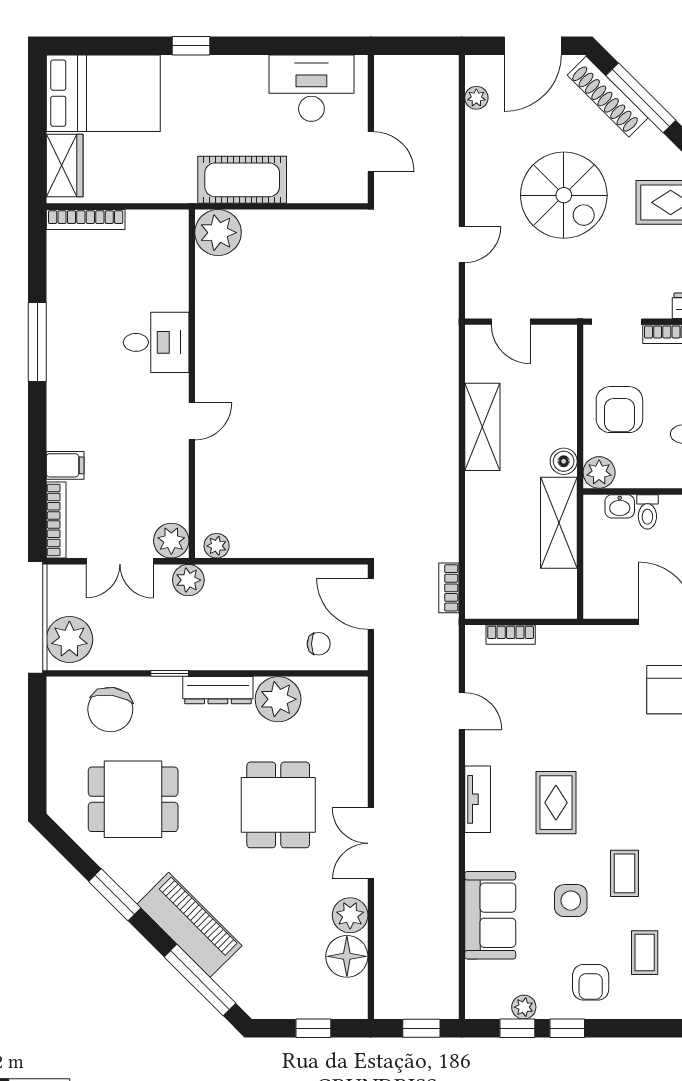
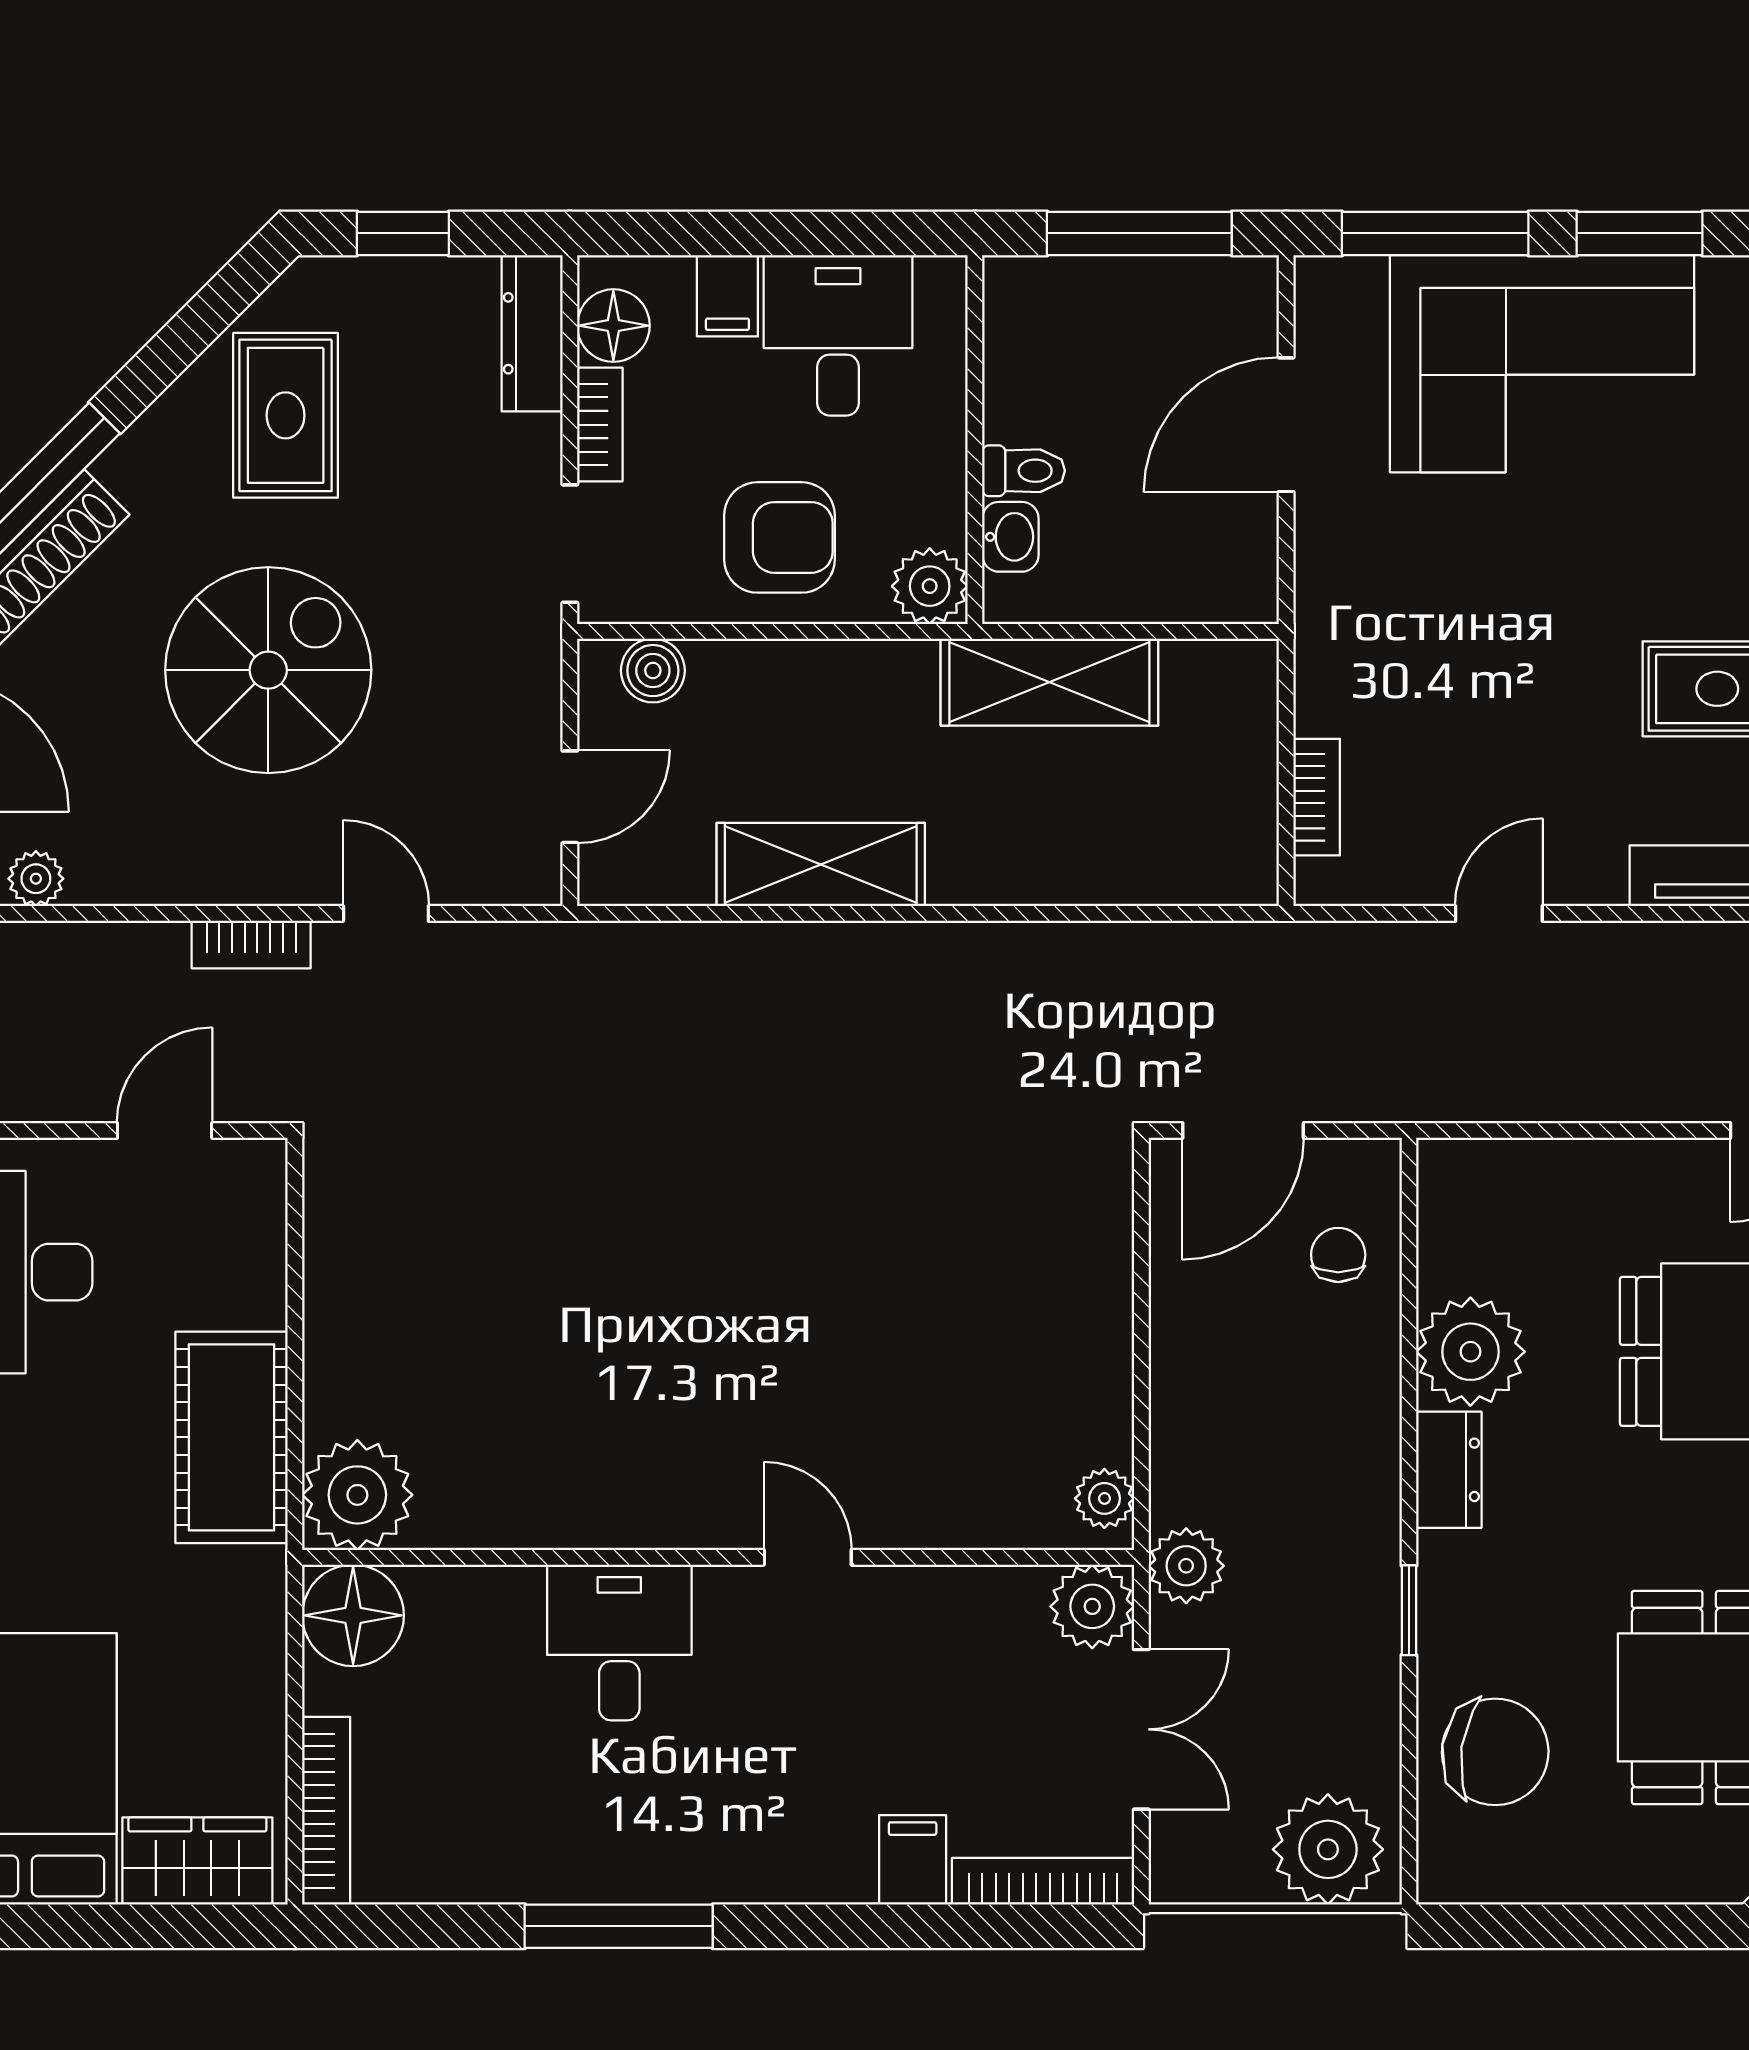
floor lamp: (168, 231) -> (353, 1615), added
boiler: (564, 461) -> (653, 671), moved
bookcase: (449, 588) -> (251, 945), moved
dresser: (218, 690) -> (1449, 1470), width x0.70

